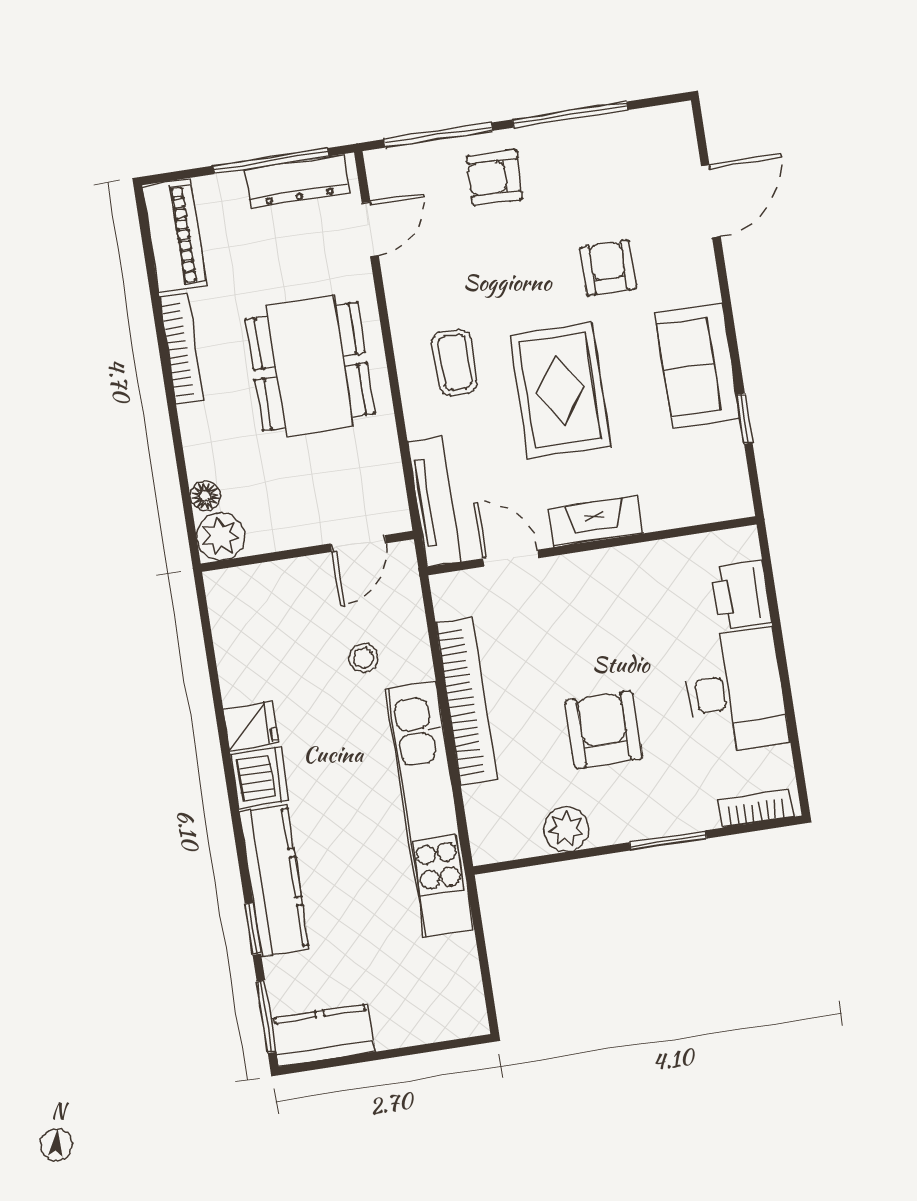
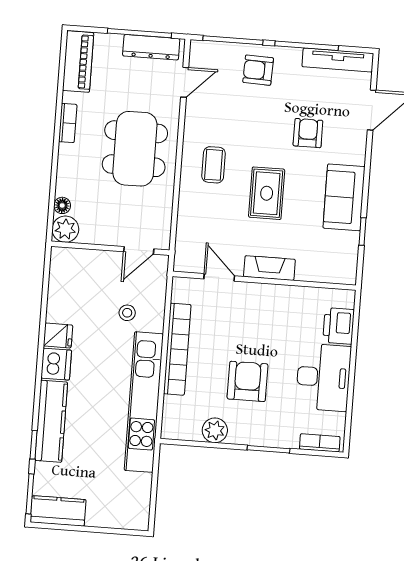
bookcase: (181, 349) -> (68, 123), width x0.64
rug: (560, 391) -> (267, 193), width x0.73, depth x0.70
tv unit: (434, 501) -> (338, 60), moved, turned 90

